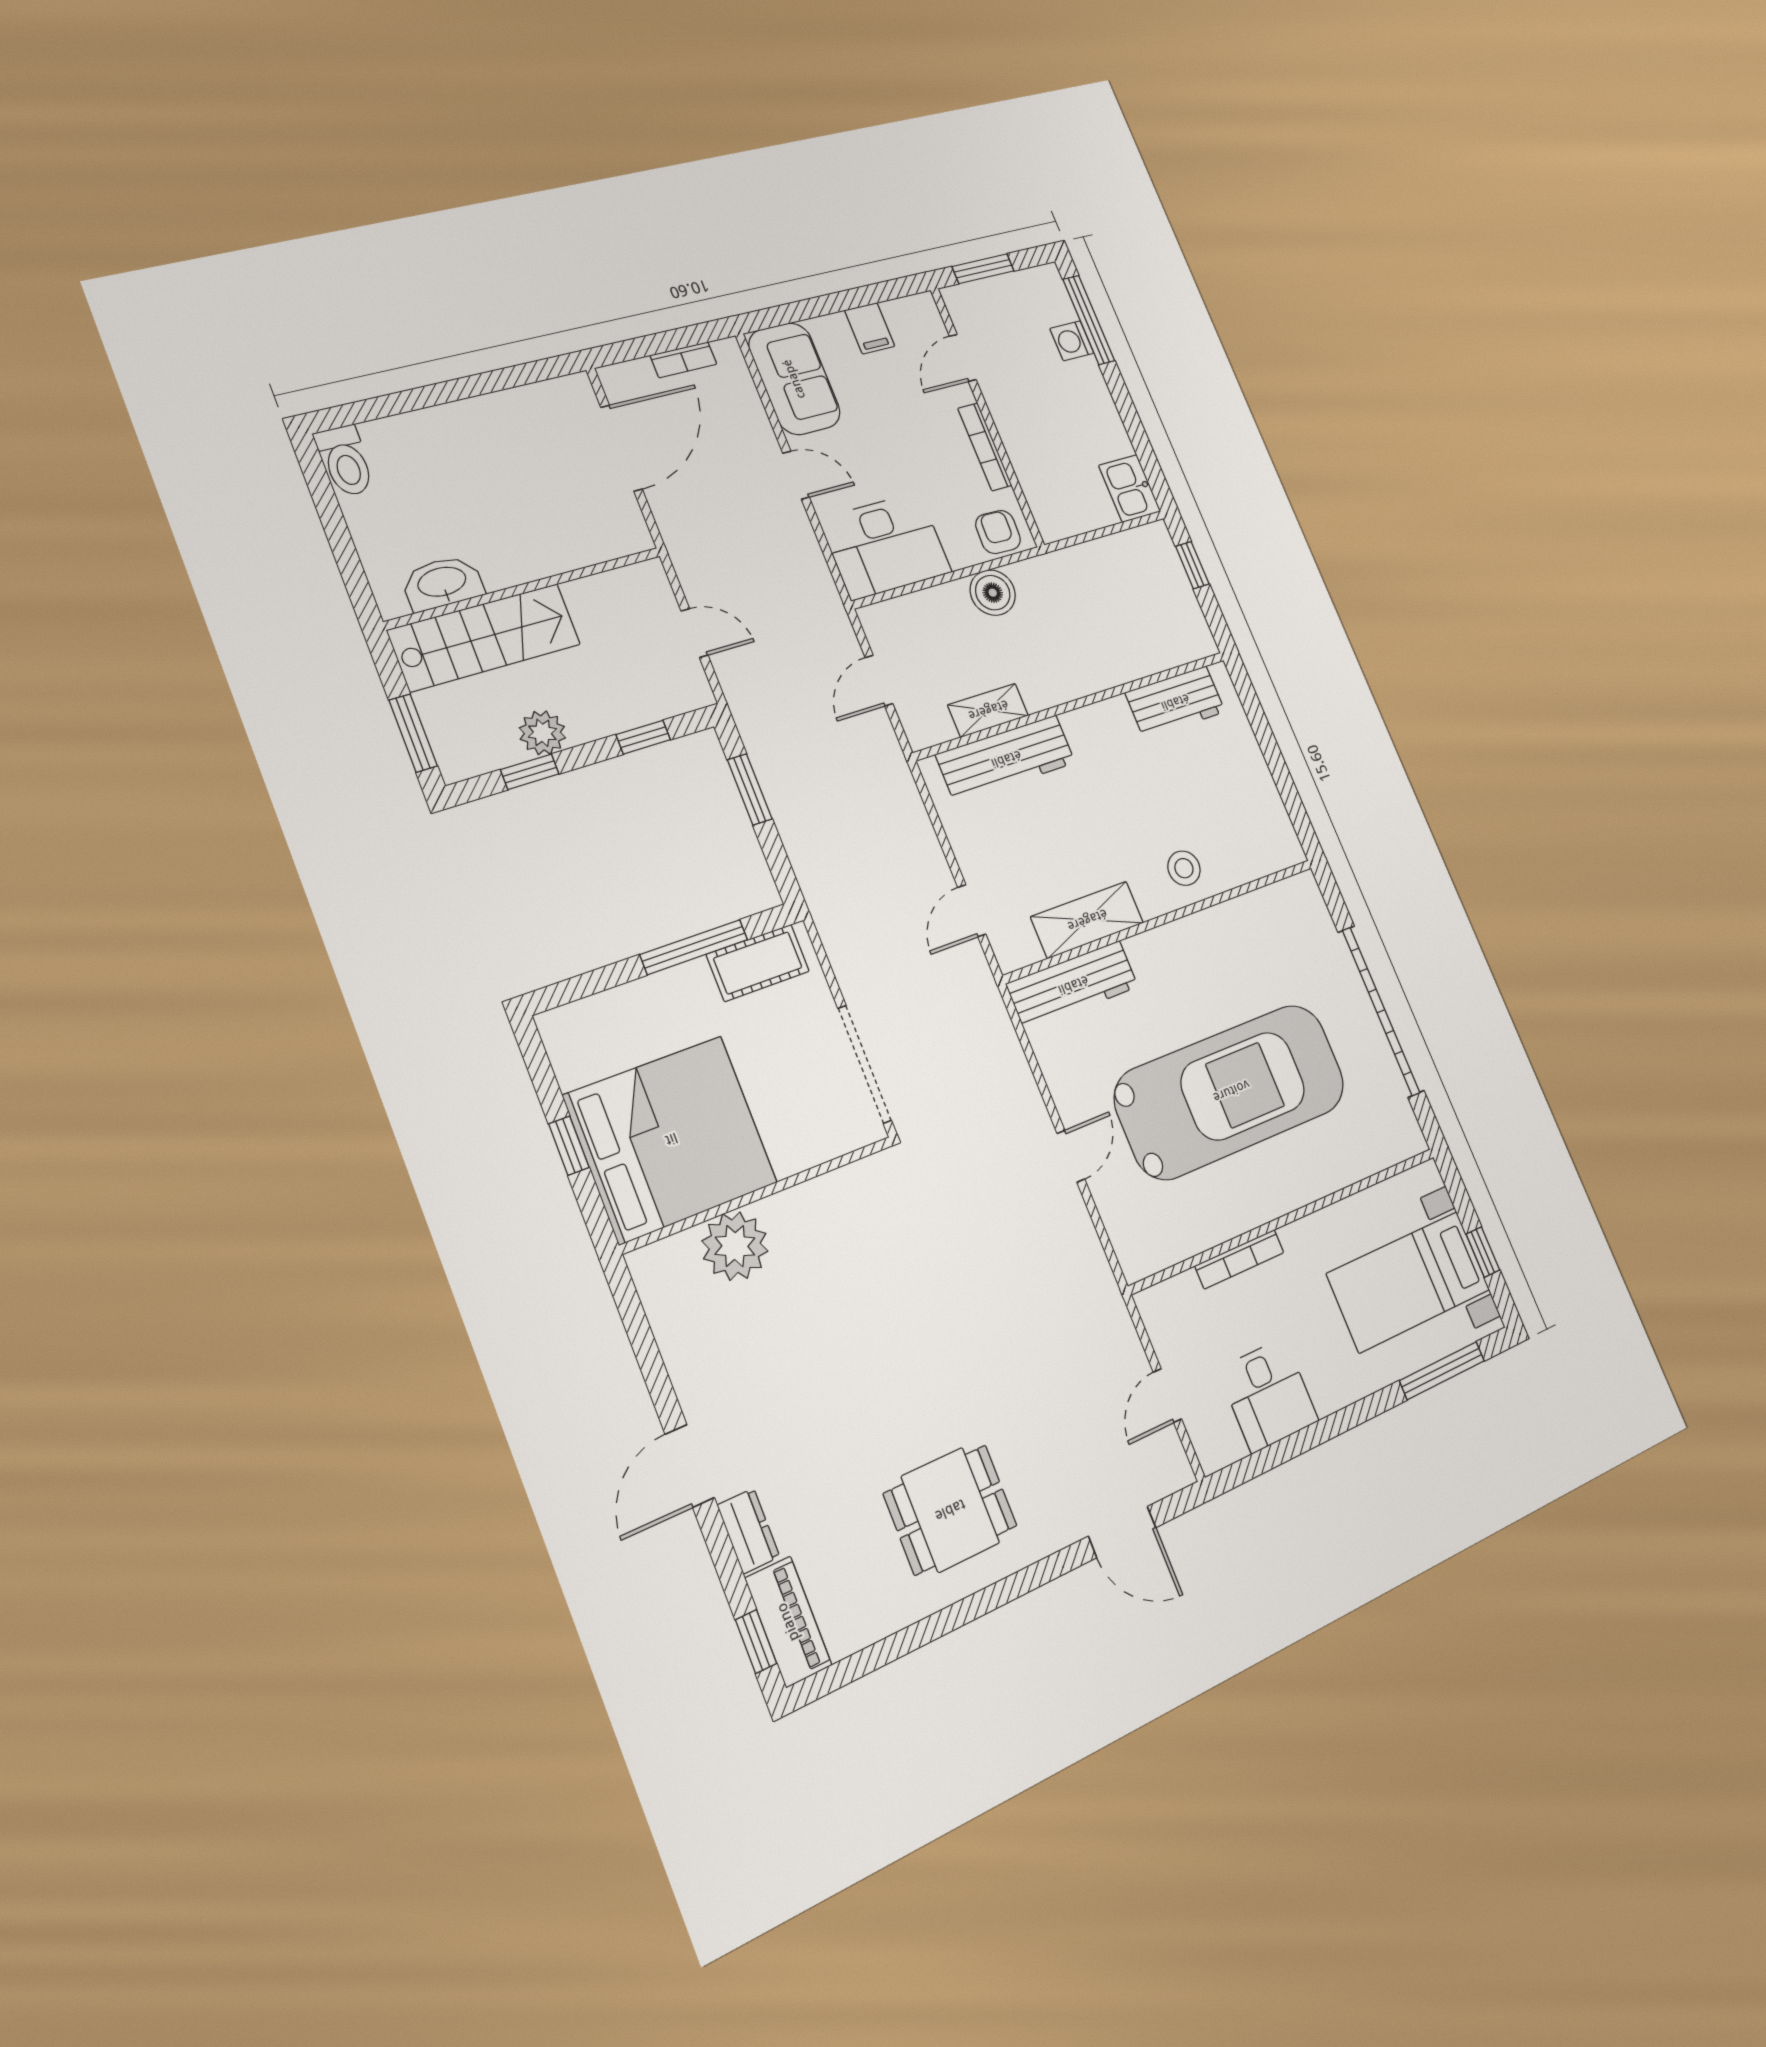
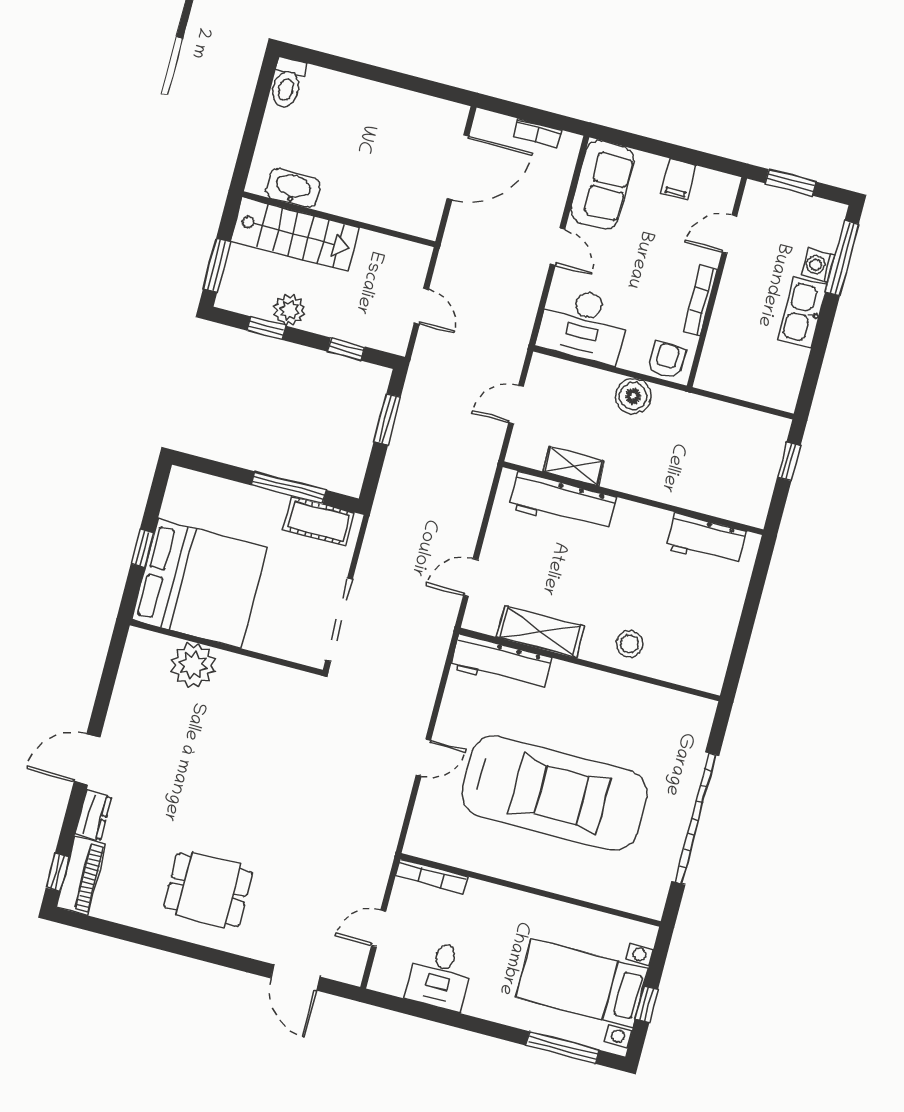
kitchen sink: (1130, 488) -> (802, 313), moved, width x1.38
bookcase: (1239, 1259) -> (431, 876), moved

